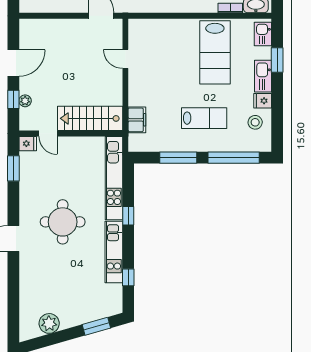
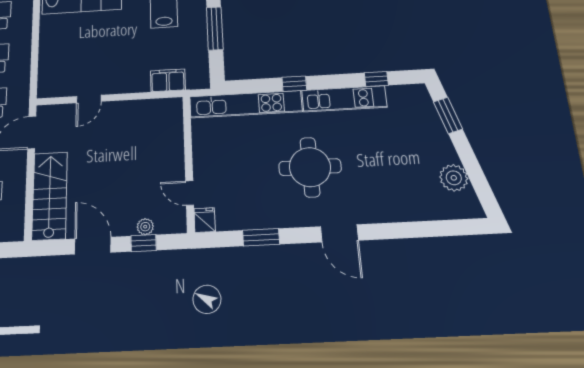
stairs: (90, 118) -> (50, 196), moved, turned 180
door: (48, 133) -> (190, 193), swing flipped
window: (13, 168) -> (261, 237), moved

